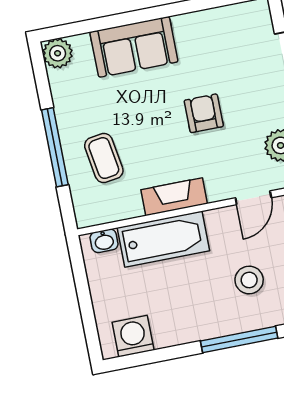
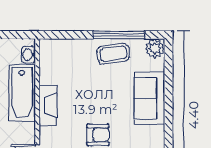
window: (55, 147) -> (119, 35), moved
coffee table: (104, 158) -> (113, 54), moved

